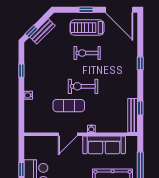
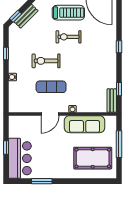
treadmill: (87, 28) -> (68, 13), turned 180
exercise bike: (83, 86) -> (46, 61), moved
bench: (133, 115) -> (112, 101), width x0.73

